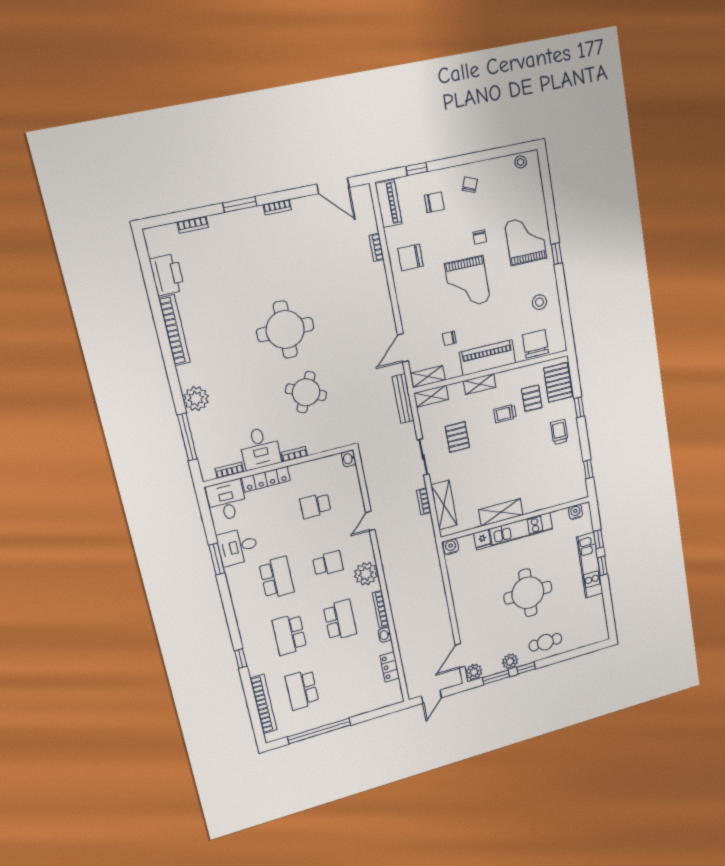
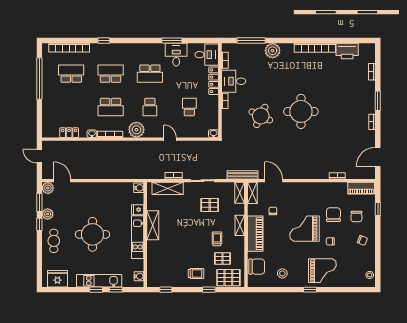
chair: (411, 257) -> (333, 215), moved
fridge: (595, 622) -> (57, 279), added

